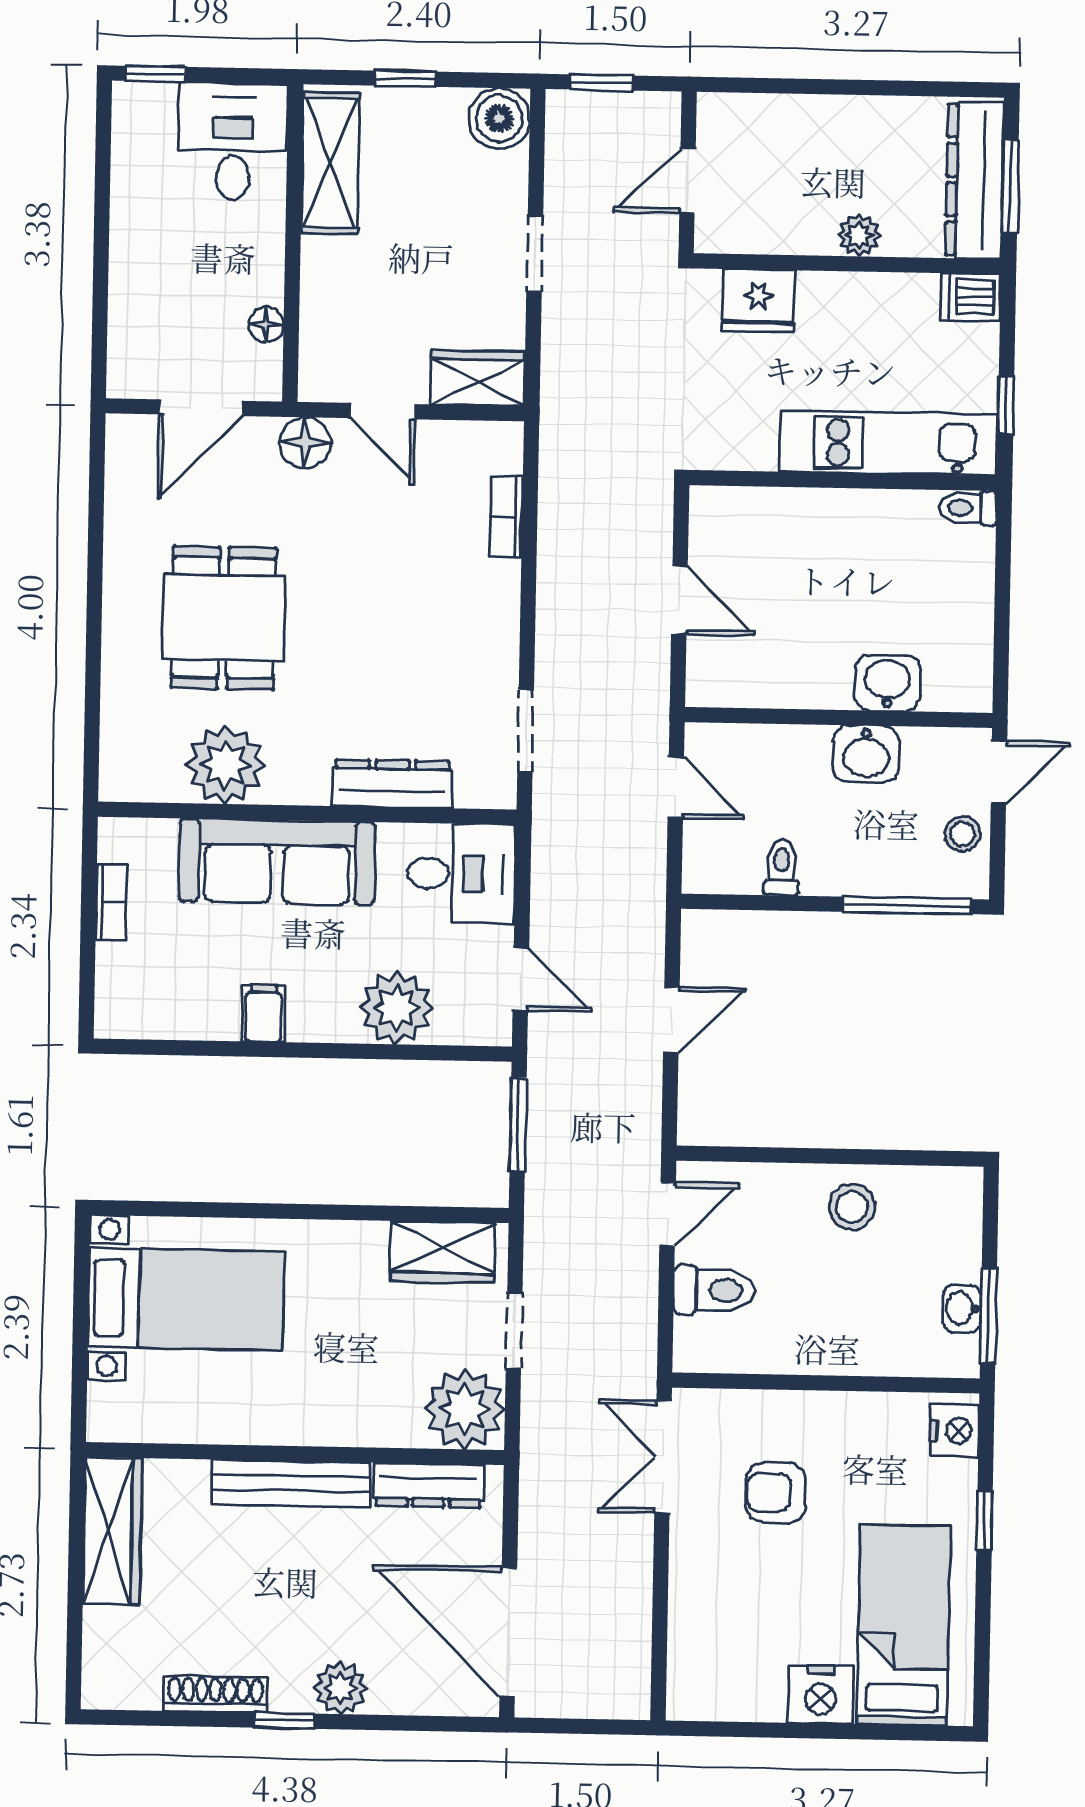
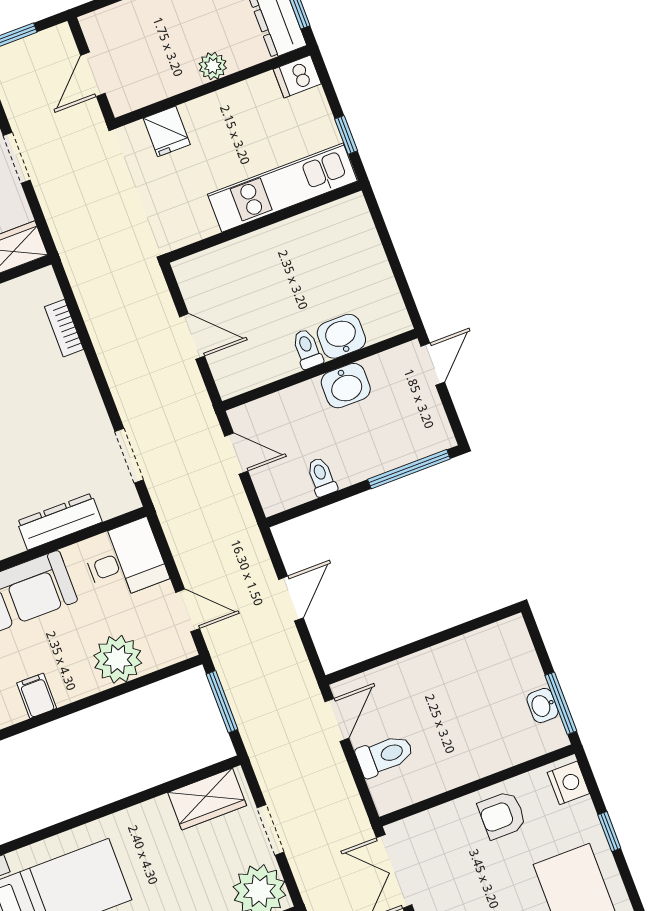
fridge: (758, 301) -> (167, 131), width x0.72
toilet: (968, 508) -> (307, 349), moved, turned 90
stool: (962, 834) -> (425, 411), removed
stool: (852, 1207) -> (449, 670), removed
armchair: (776, 1492) -> (502, 815), moved

